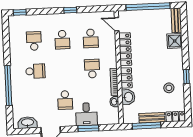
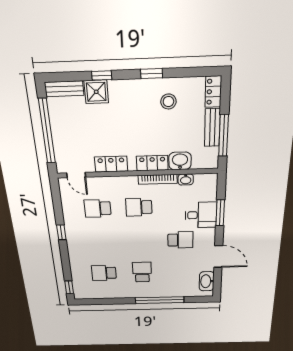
door: (117, 24) -> (76, 175), hinge flipped
school desk: (91, 38) -> (98, 208), turned 180
school desk: (62, 40) -> (101, 242), removed
window: (185, 45) -> (102, 75), added
locker: (125, 49) -> (111, 164), width x0.66

